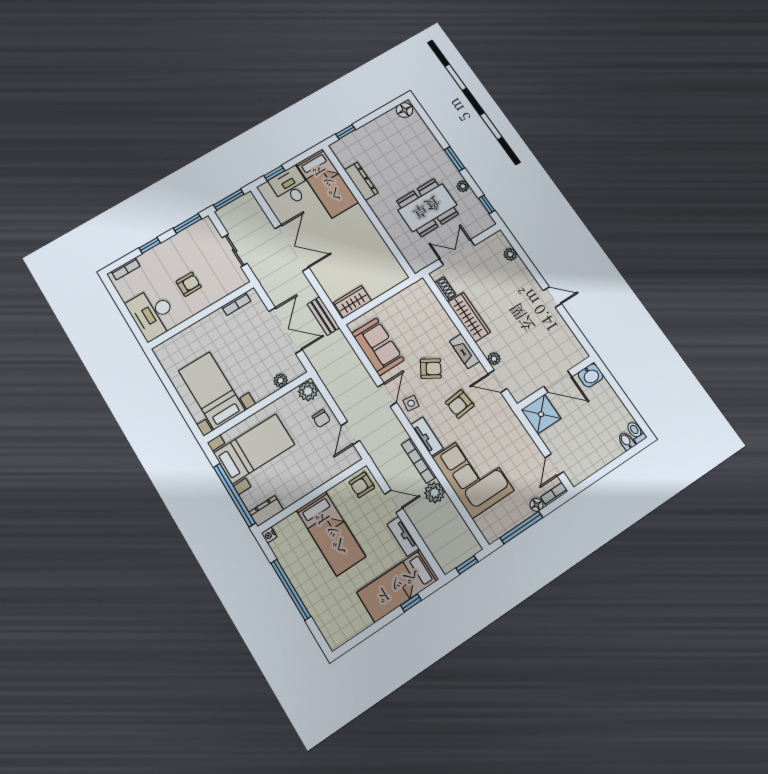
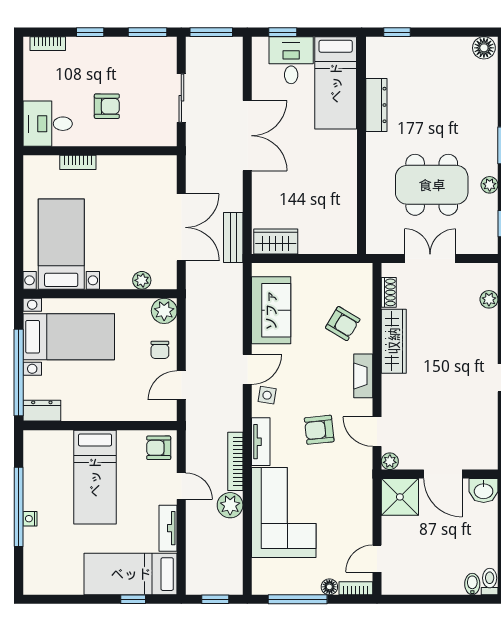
bookcase: (236, 304) -> (78, 162), moved
desk: (152, 313) -> (48, 124), width x0.73
plant: (494, 359) -> (390, 461), moved
armchair: (431, 369) -> (343, 324), moved
nightstand: (269, 535) -> (30, 519), moved

